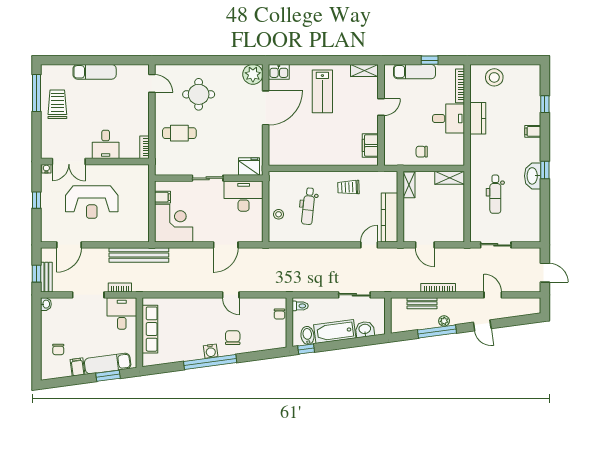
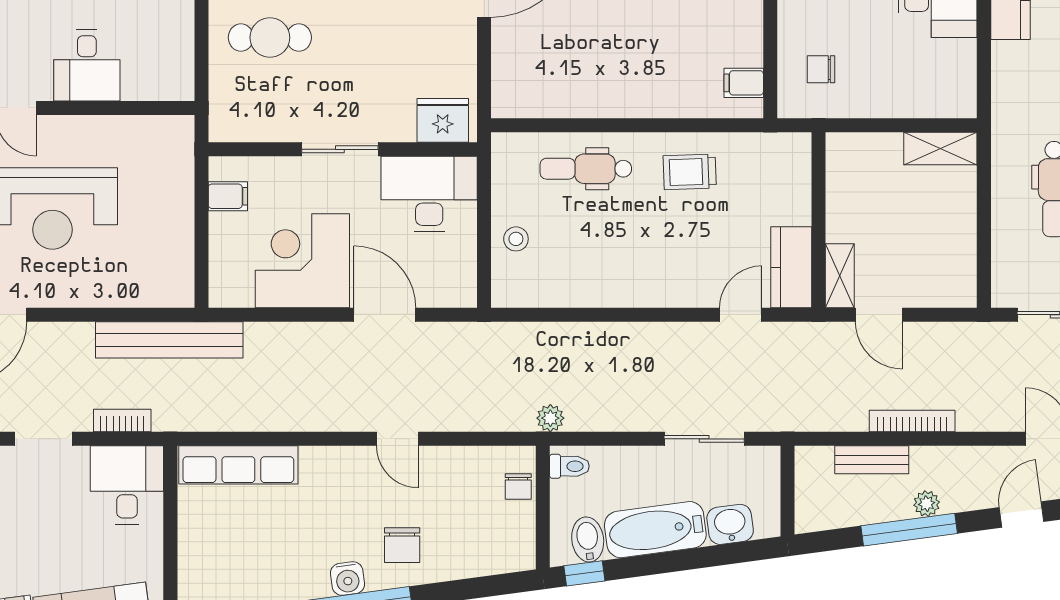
filing cabinet: (370, 145) -> (744, 83), width x0.50
bookcase: (144, 147) -> (183, 73), removed
chair: (422, 152) -> (821, 69), moved
shelving: (409, 185) -> (840, 276), moved
dental chair: (308, 206) -> (586, 169), moved, turned 84
kitchen counter: (389, 217) -> (791, 267), width x0.67
corner desk: (174, 223) -> (302, 261), moved, turned -90
door: (226, 245) -> (385, 315), swing flipped
plant: (292, 287) -> (550, 418), added
doorway: (88, 295) -> (44, 439), width x0.73
door: (482, 325) -> (1021, 515), swing flipped
row of seats: (150, 329) -> (238, 465), moved, turned 90
chair: (233, 338) -> (402, 545), turned 180

